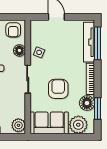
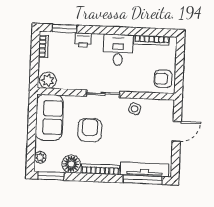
floor lamp: (19, 50) -> (138, 85), removed
armchair: (58, 89) -> (90, 130), turned -90
window: (97, 109) -> (51, 176), moved
plant: (78, 125) -> (40, 157), width x0.53, depth x0.53

